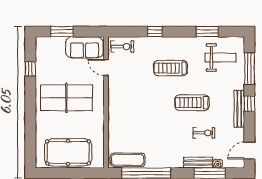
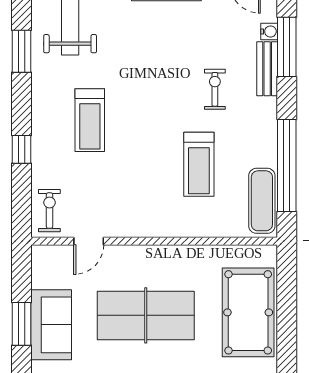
sofa: (84, 47) -> (51, 325), moved
table tennis table: (66, 98) -> (146, 315), turned 90
treadmill: (192, 103) -> (199, 164), moved
exercise bike: (204, 133) -> (215, 89), moved

